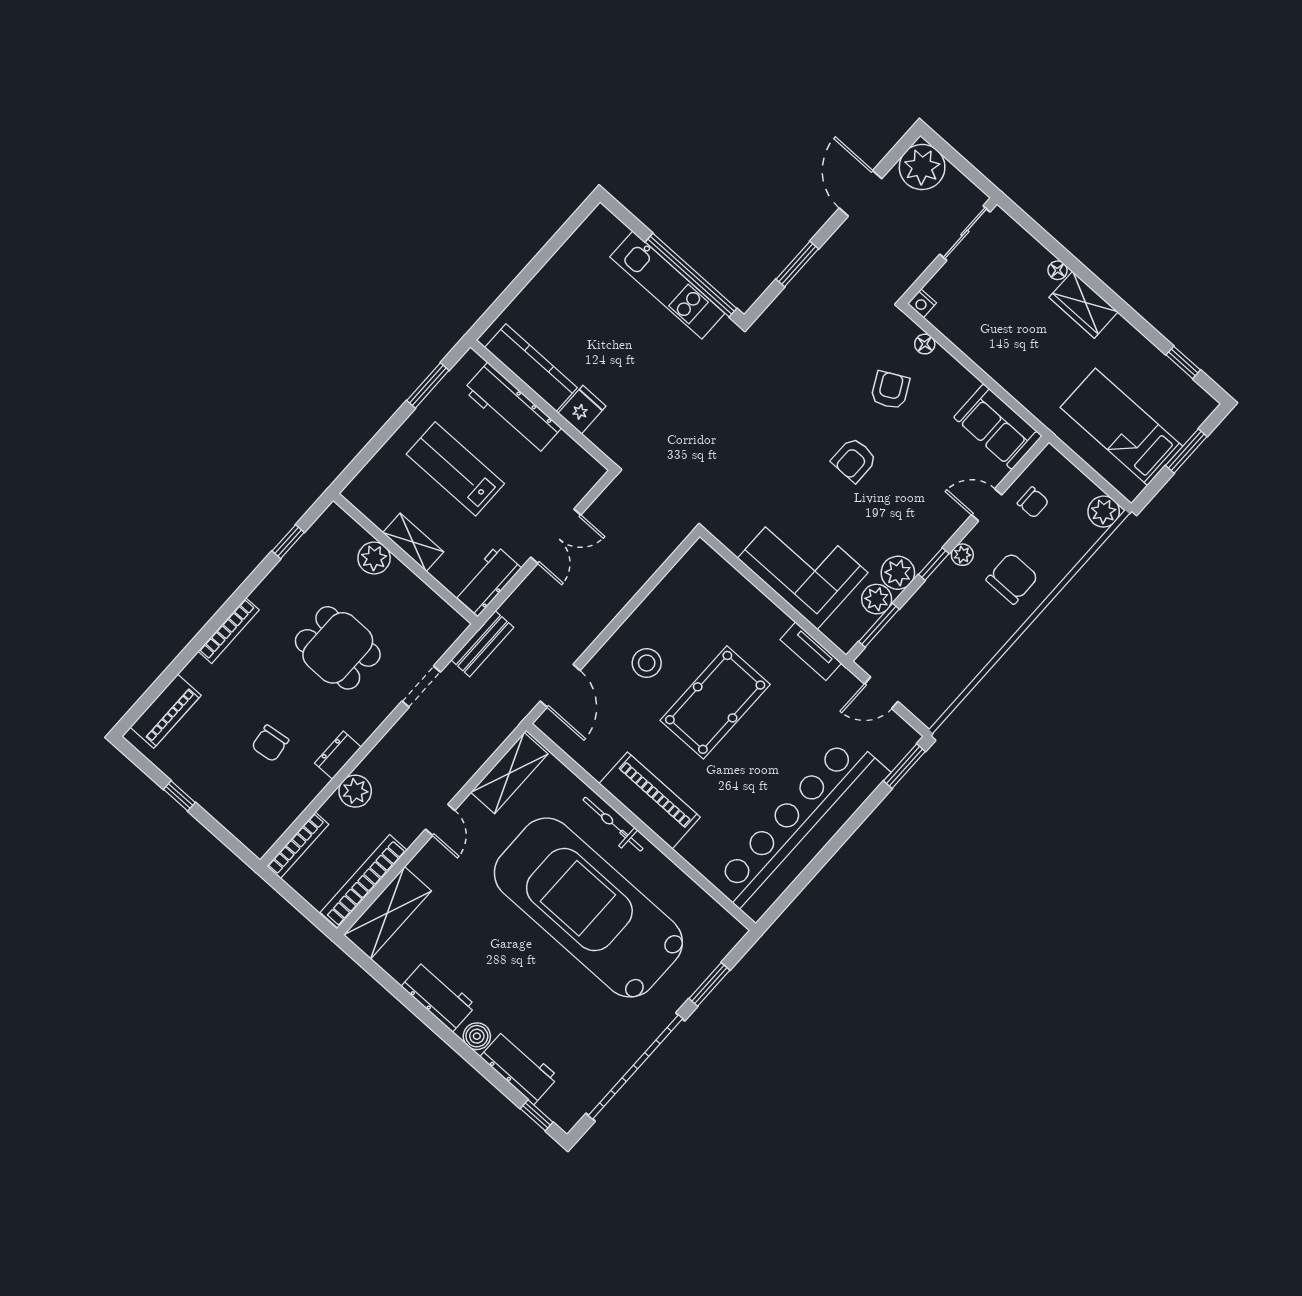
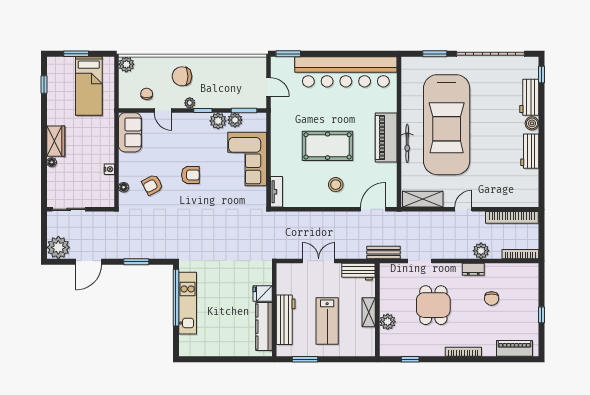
nightstand: (922, 303) -> (109, 169), moved
tv unit: (811, 651) -> (276, 192), moved
chair: (270, 743) -> (492, 298), turned 97
shelving: (387, 913) -> (516, 198), removed

